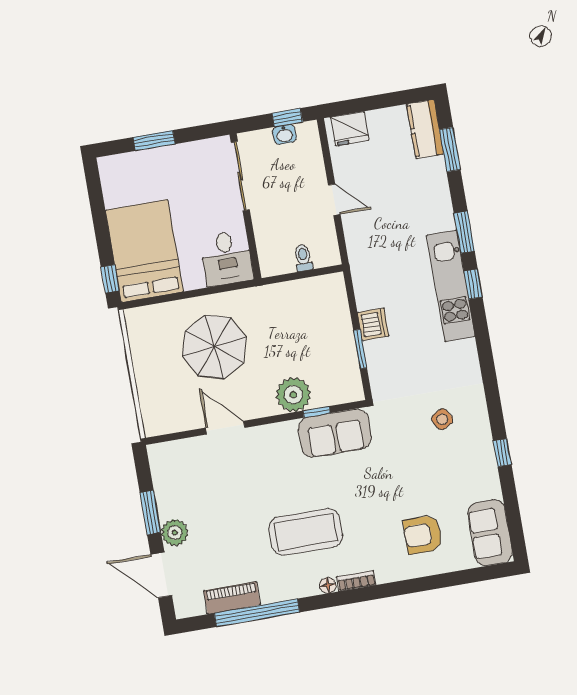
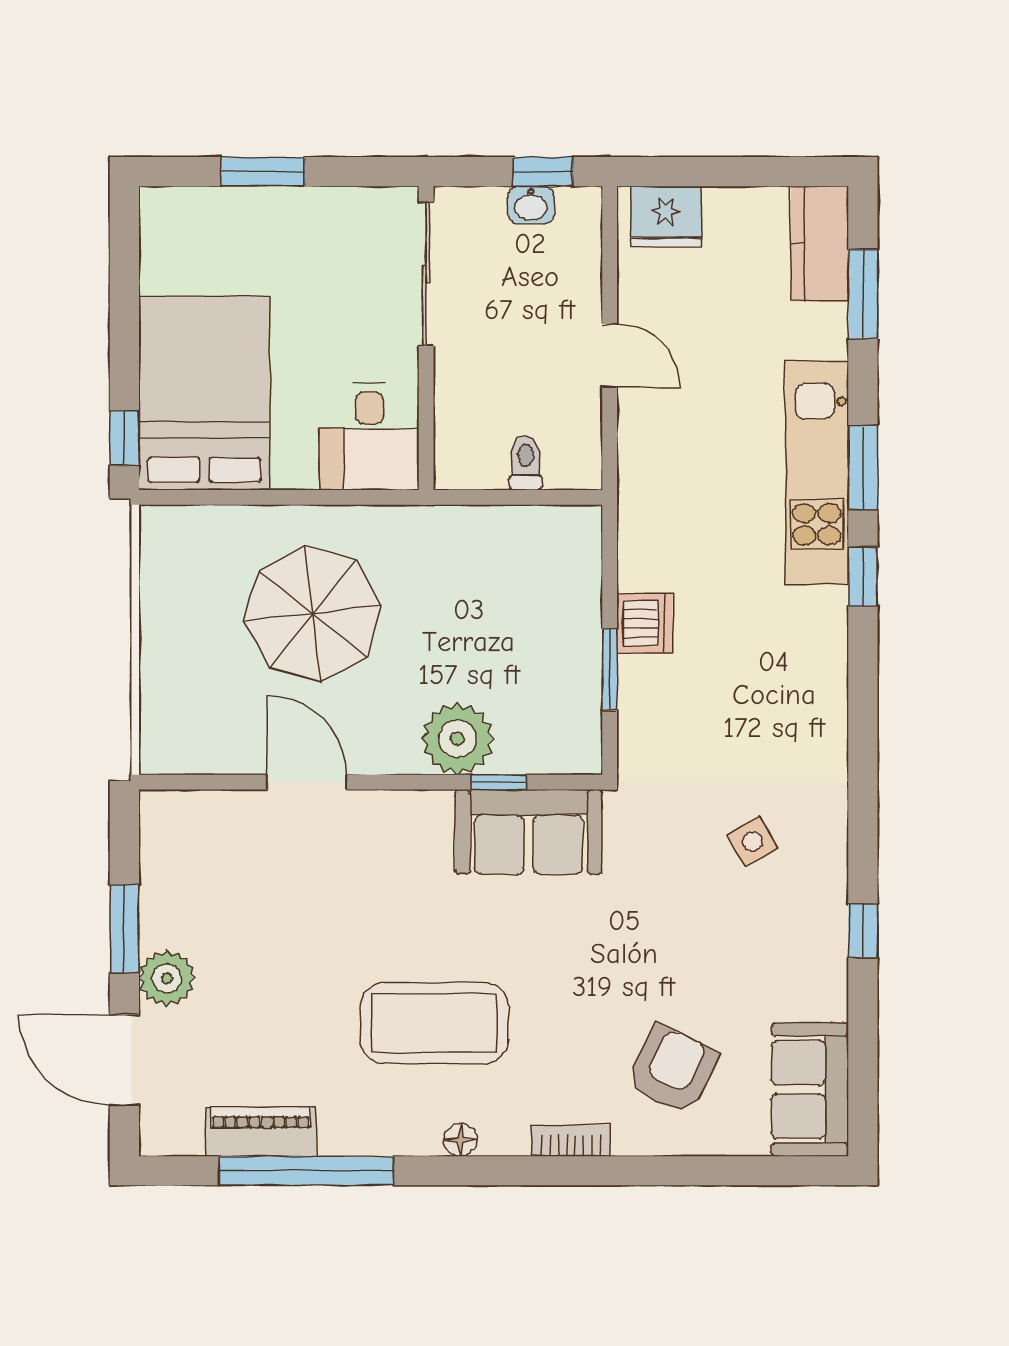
kitchen unit: (451, 286) -> (817, 473), moved
armchair: (423, 535) -> (672, 1070), turned 116
bookcase: (356, 581) -> (571, 1141), moved

